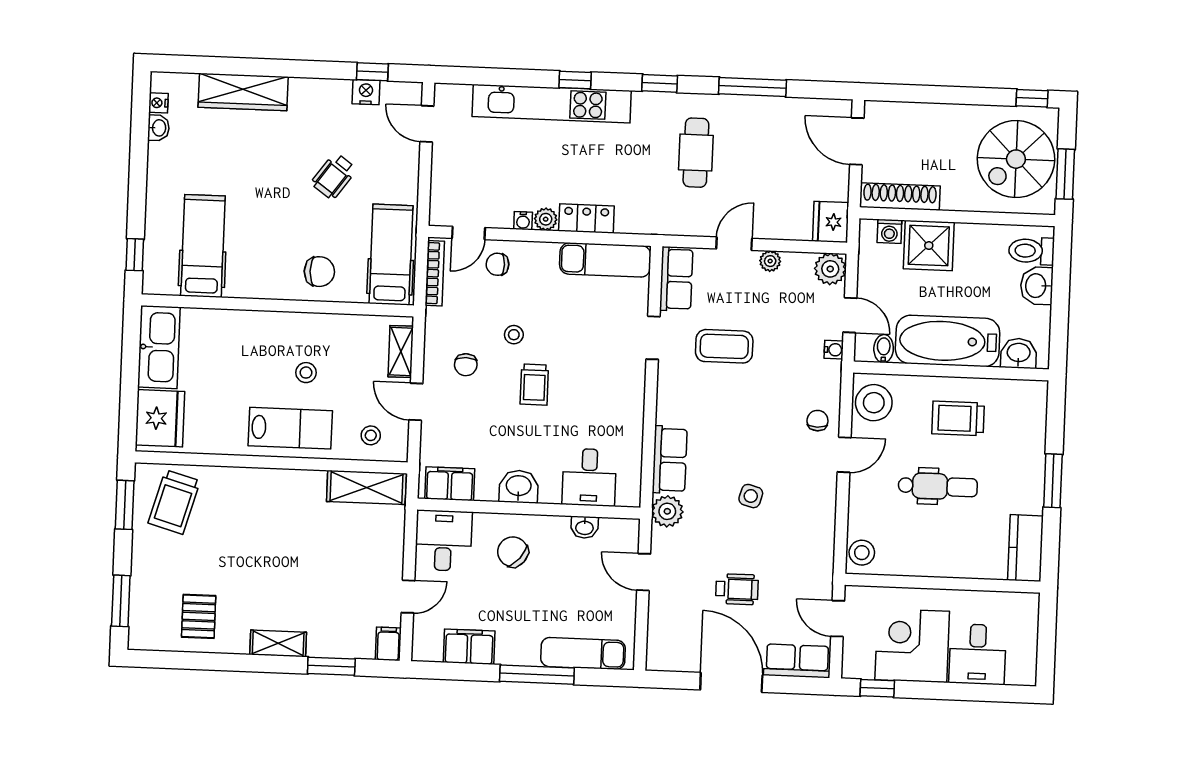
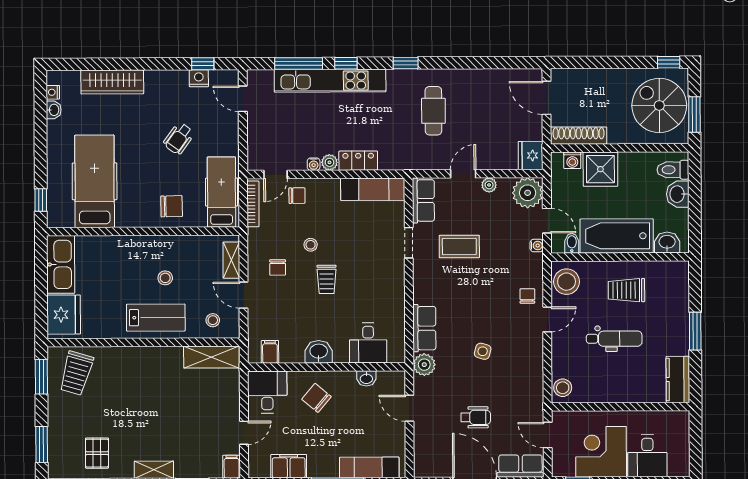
window: (752, 87) -> (299, 63), moved
spiral stairs: (1016, 159) -> (659, 105), turned 90
hospital bed: (203, 246) -> (95, 181), width x1.37, depth x1.29
chair: (498, 264) -> (297, 196), turned 180
plant: (830, 269) -> (528, 193), width x1.36, depth x1.36
filing cabinet: (450, 484) -> (270, 352), width x0.50

